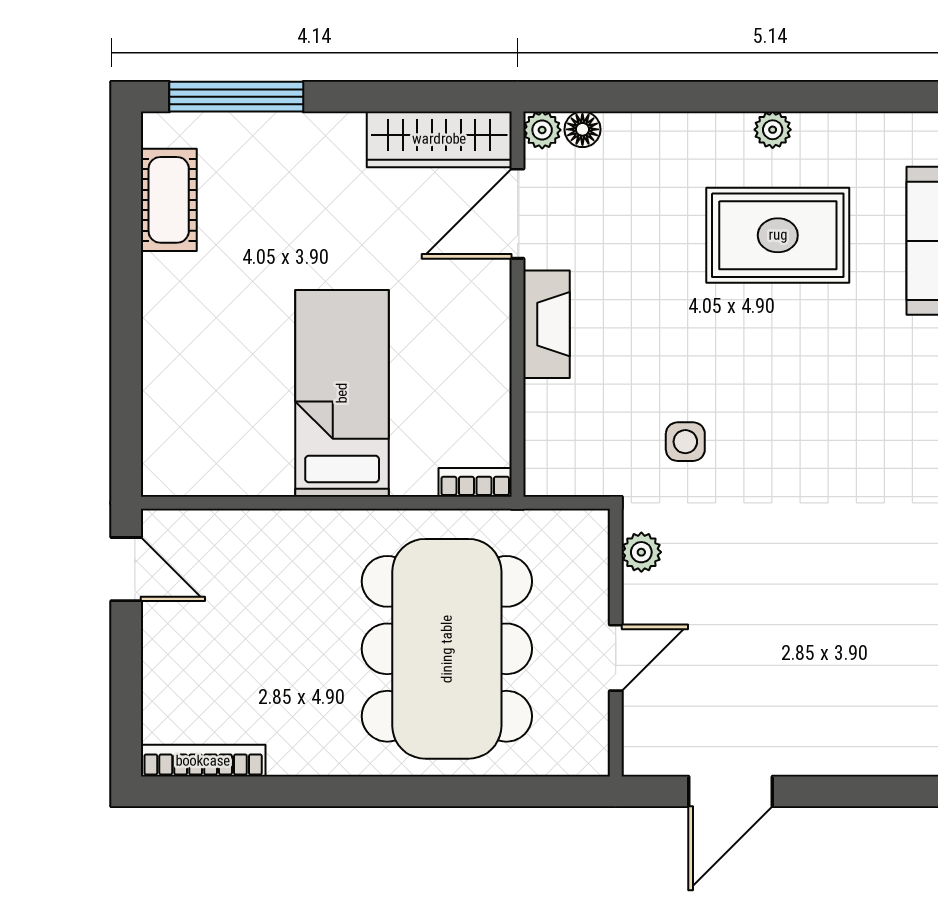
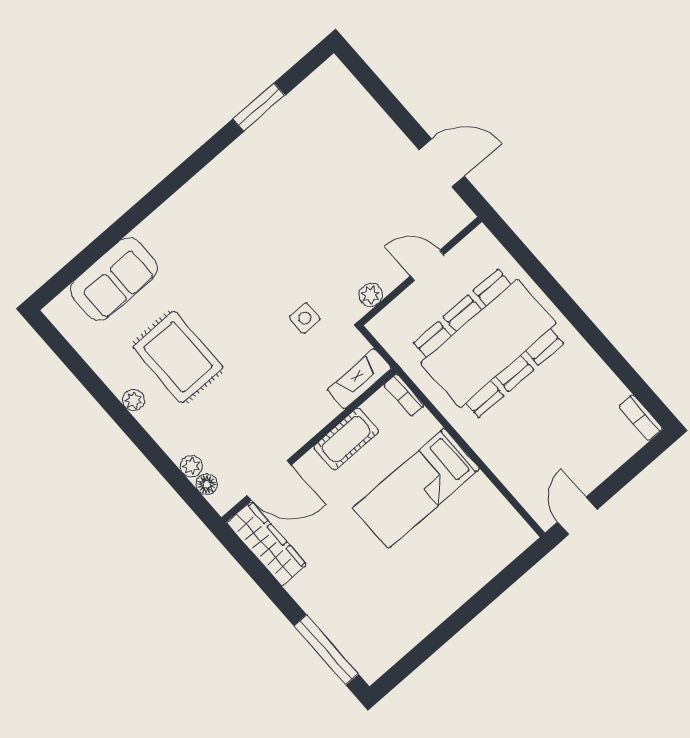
plant: (542, 130) -> (191, 466), moved
cot: (169, 200) -> (346, 439), moved
fireplace: (546, 324) -> (359, 379), moved
bookcase: (203, 761) -> (641, 418), width x0.64

